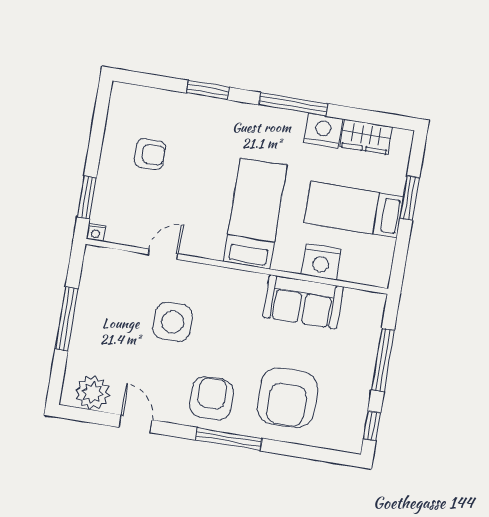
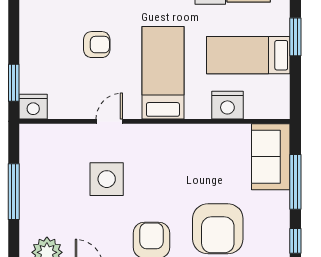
armchair: (150, 154) -> (97, 45), moved
nightstand: (96, 233) -> (33, 107), width x1.89, depth x1.79
door: (163, 254) -> (109, 121), moved
sofa: (303, 302) -> (271, 157), moved, turned 90

